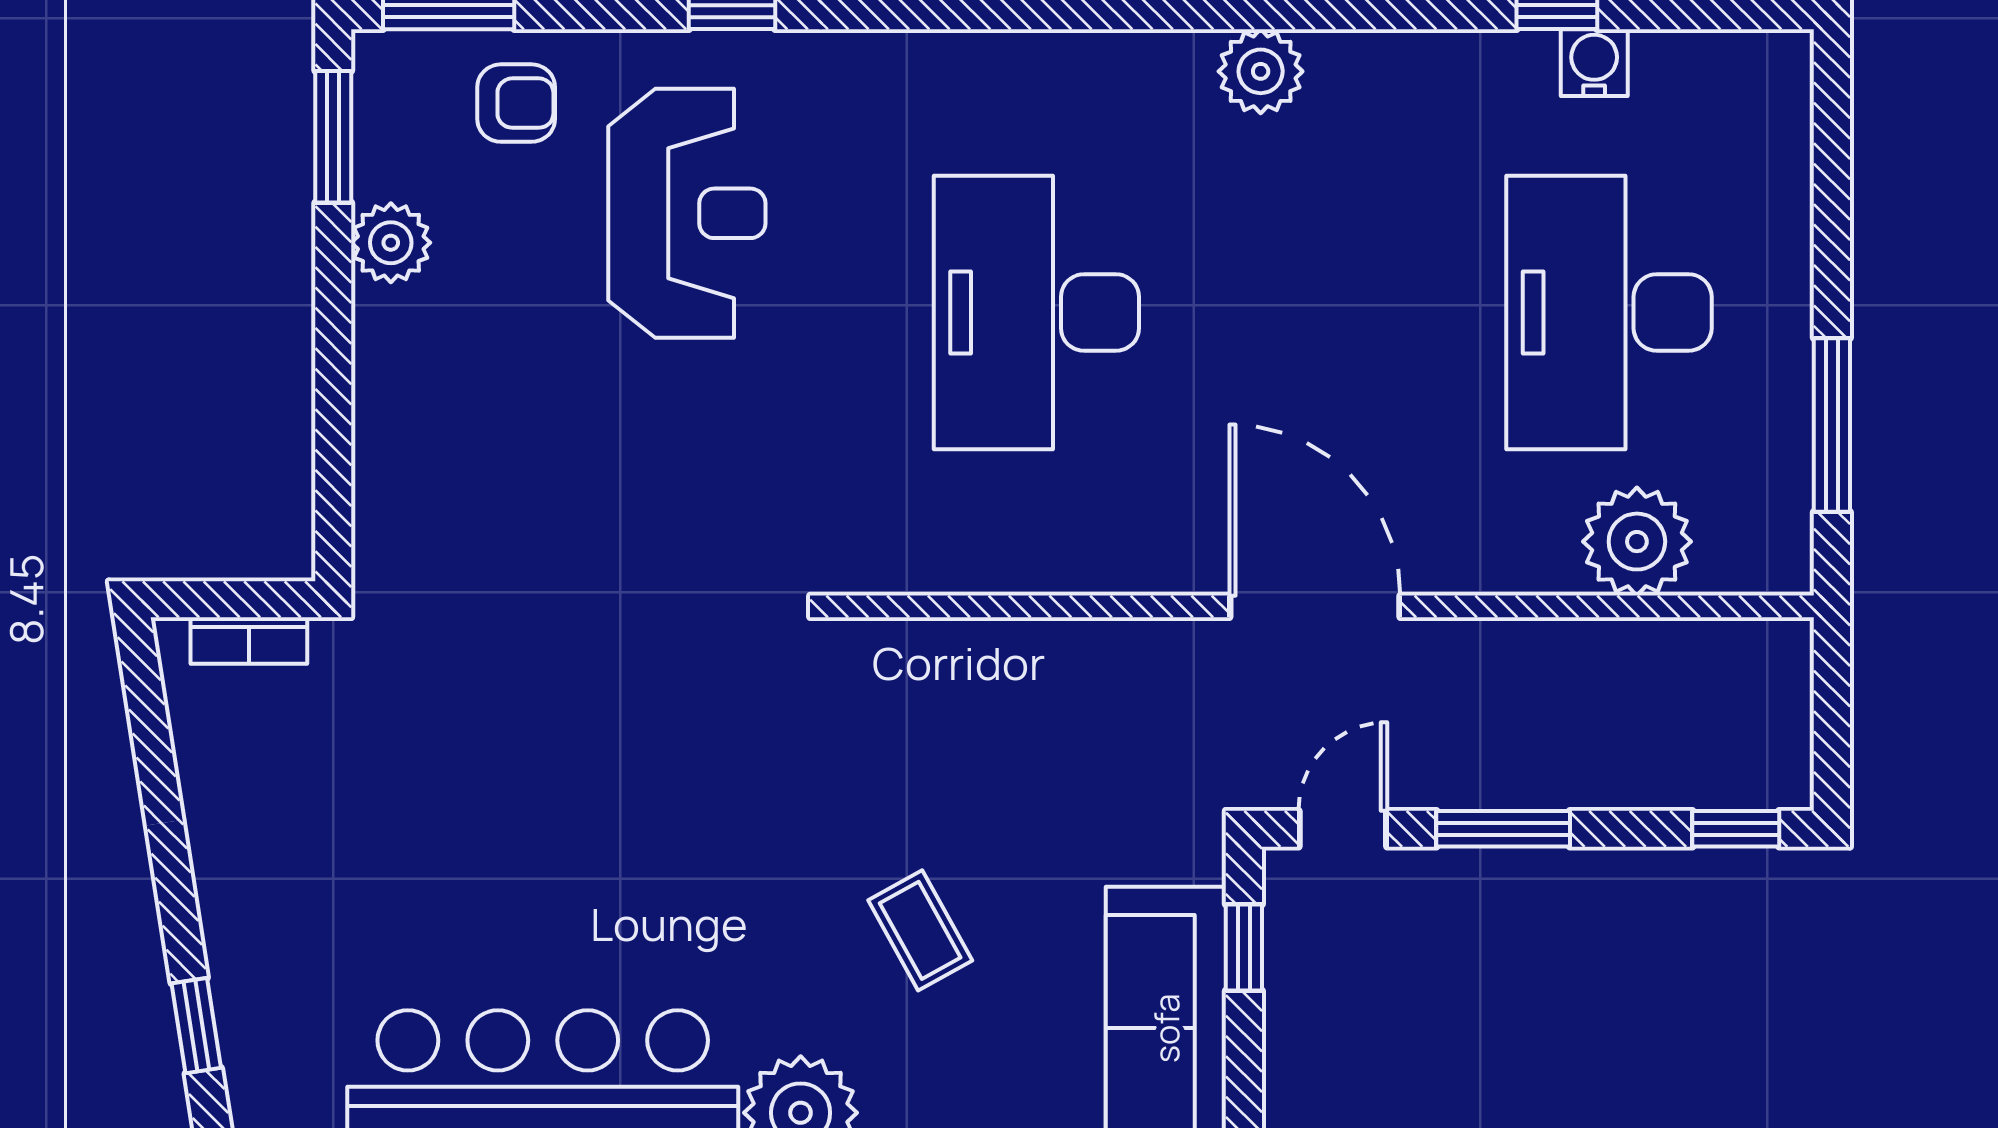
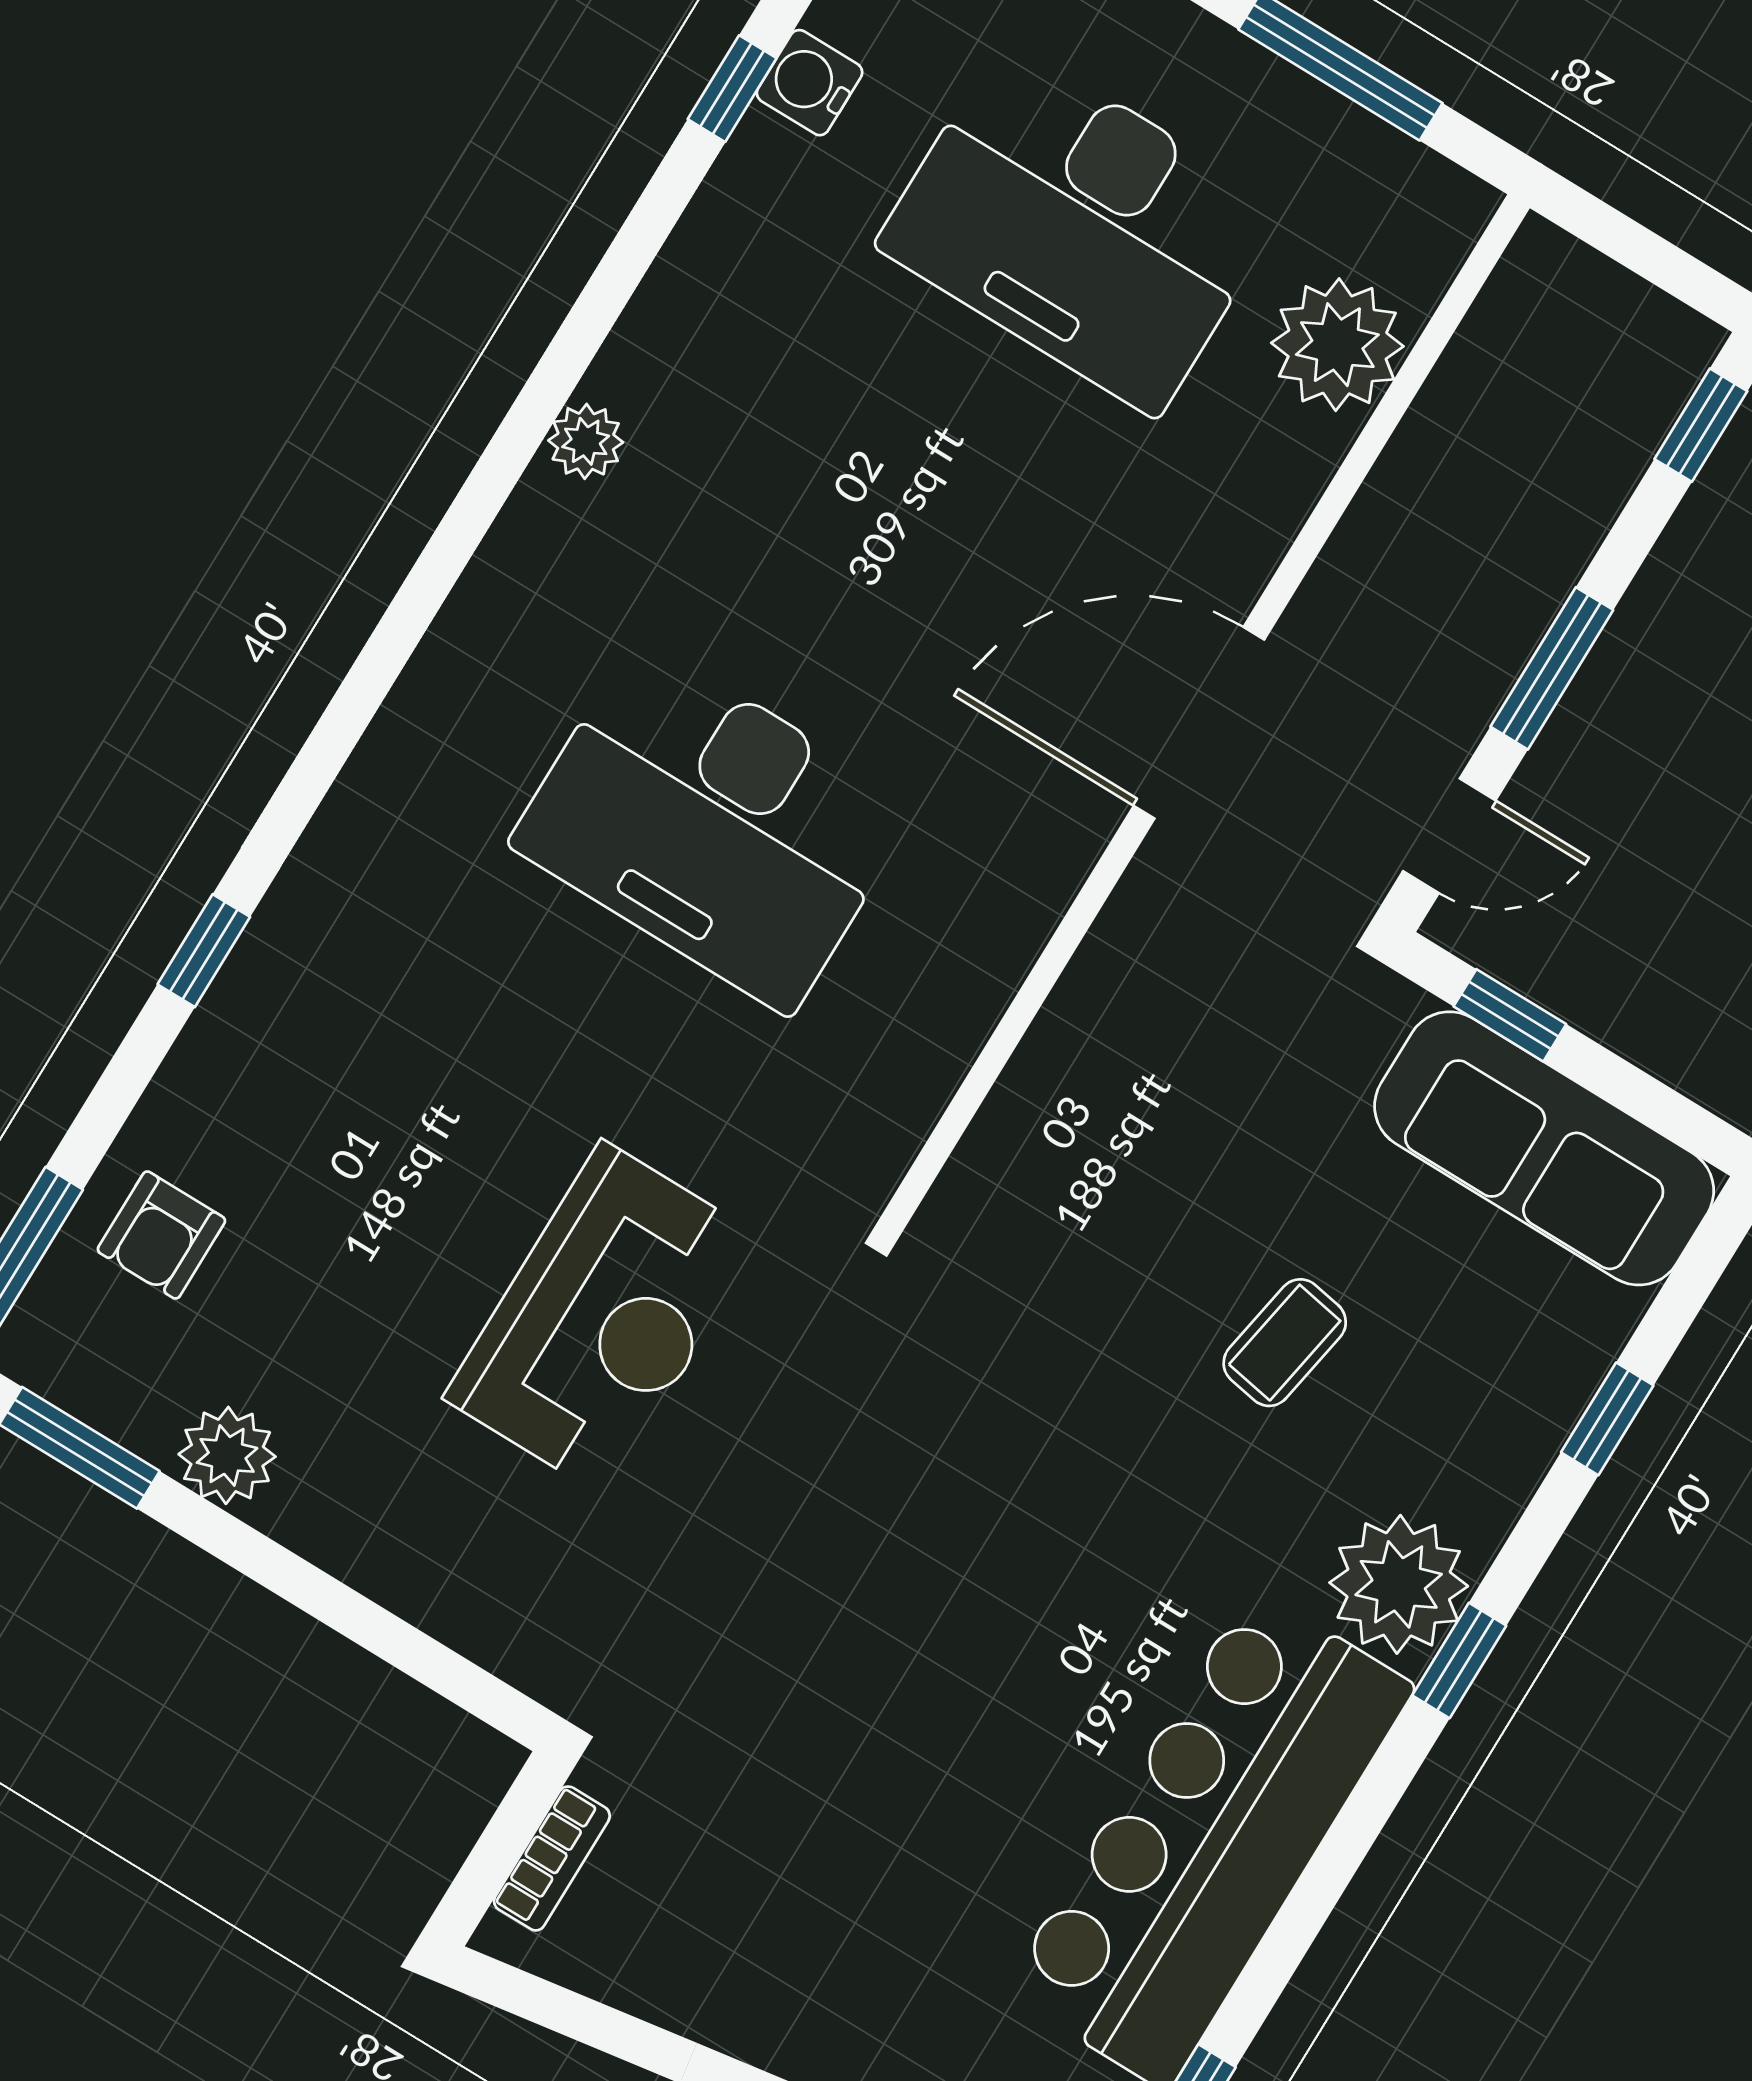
plant: (1261, 71) -> (586, 441), width x0.73, depth x0.73
armchair: (516, 103) -> (161, 1235), turned 180
reception desk: (687, 213) -> (603, 1318), moved, turned 90
door: (1343, 829) -> (1449, 836), swing flipped
coffee table: (920, 930) -> (1285, 1343), turned -51

